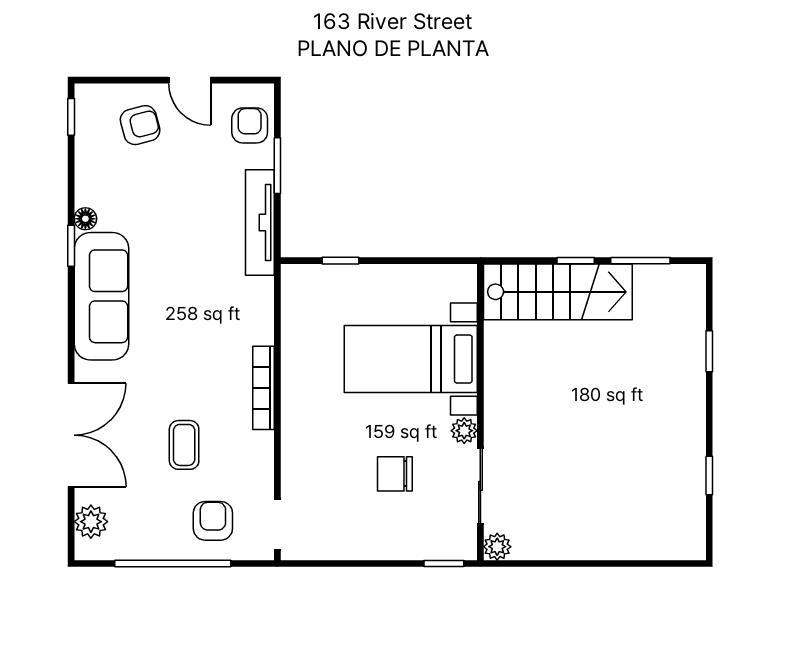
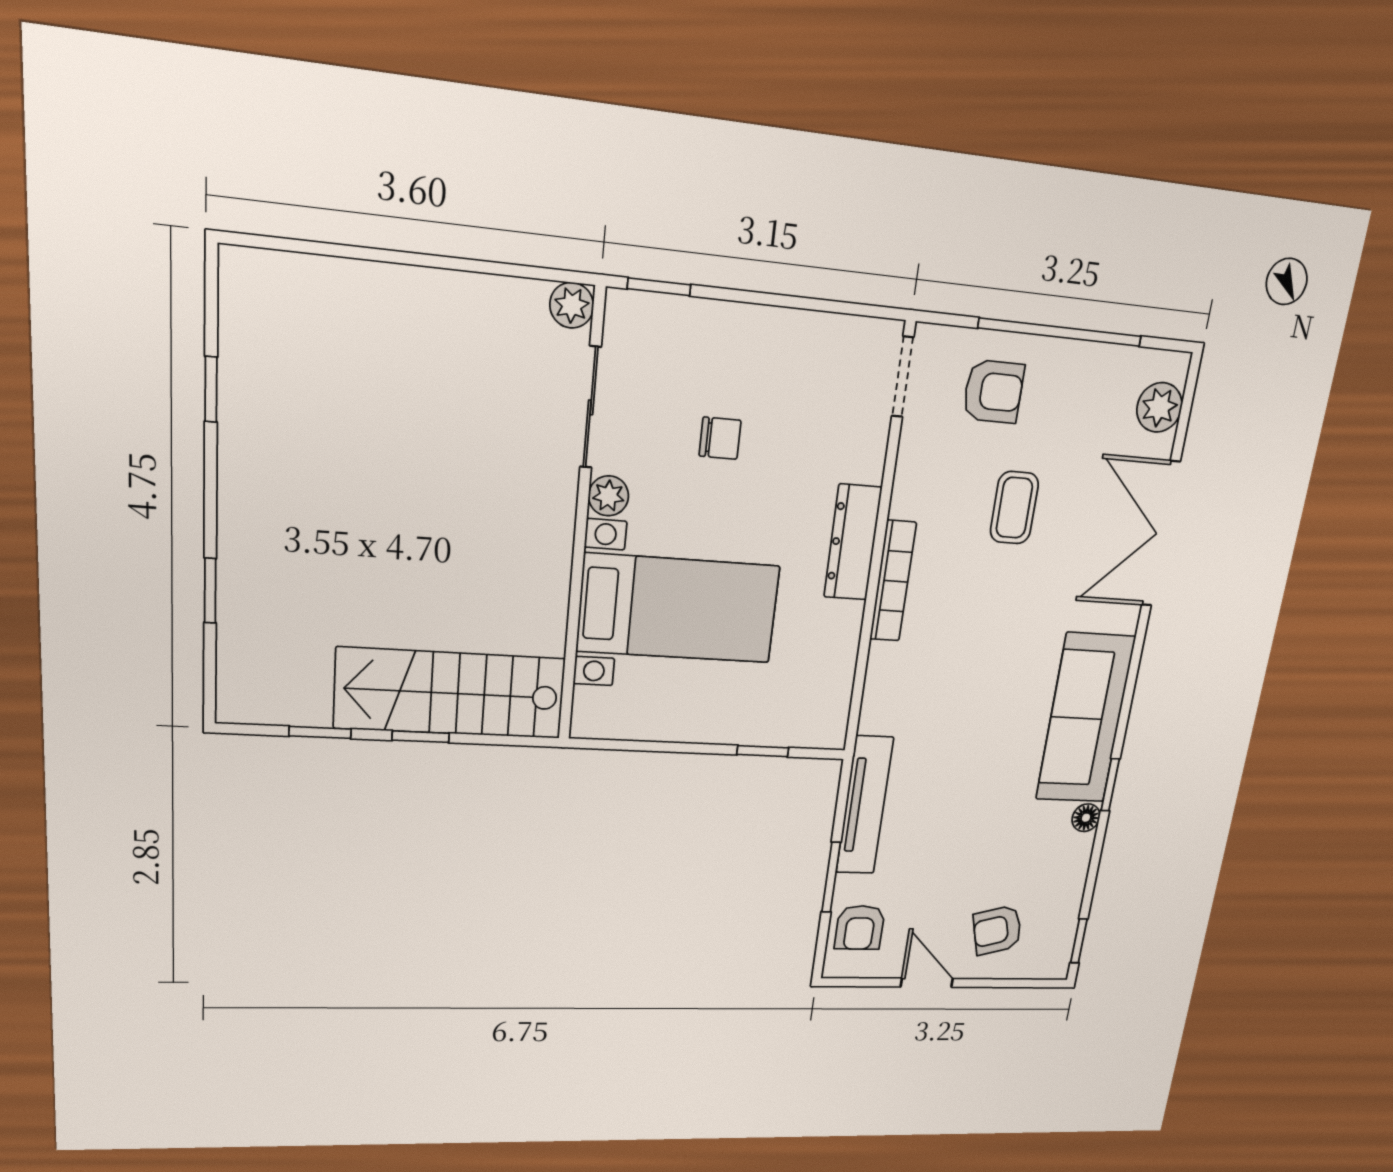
window: (640, 261) -> (320, 732), width x0.67
dresser: (296, 412) -> (853, 542), added
chair: (395, 474) -> (720, 438), width x0.73, depth x0.73
armchair: (213, 521) -> (993, 392), turned -90

